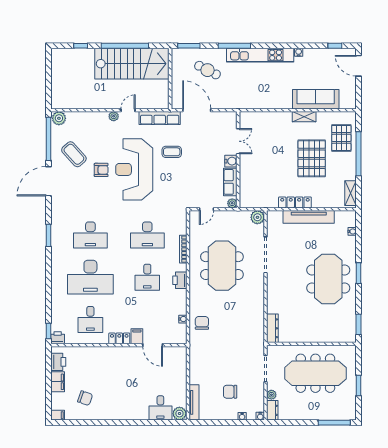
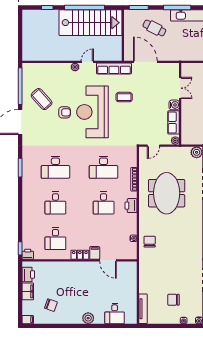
plant: (59, 118) -> (29, 69), removed
desk: (90, 277) -> (55, 203), width x0.53, depth x0.77
plant: (179, 414) -> (88, 318), moved

